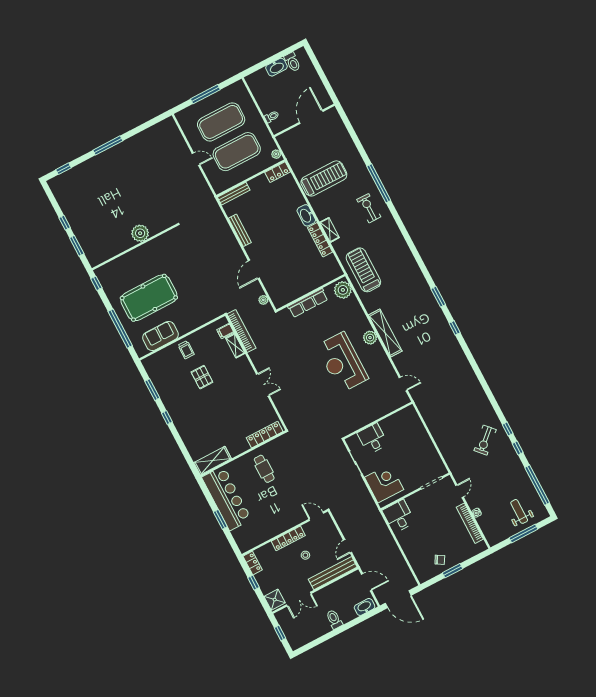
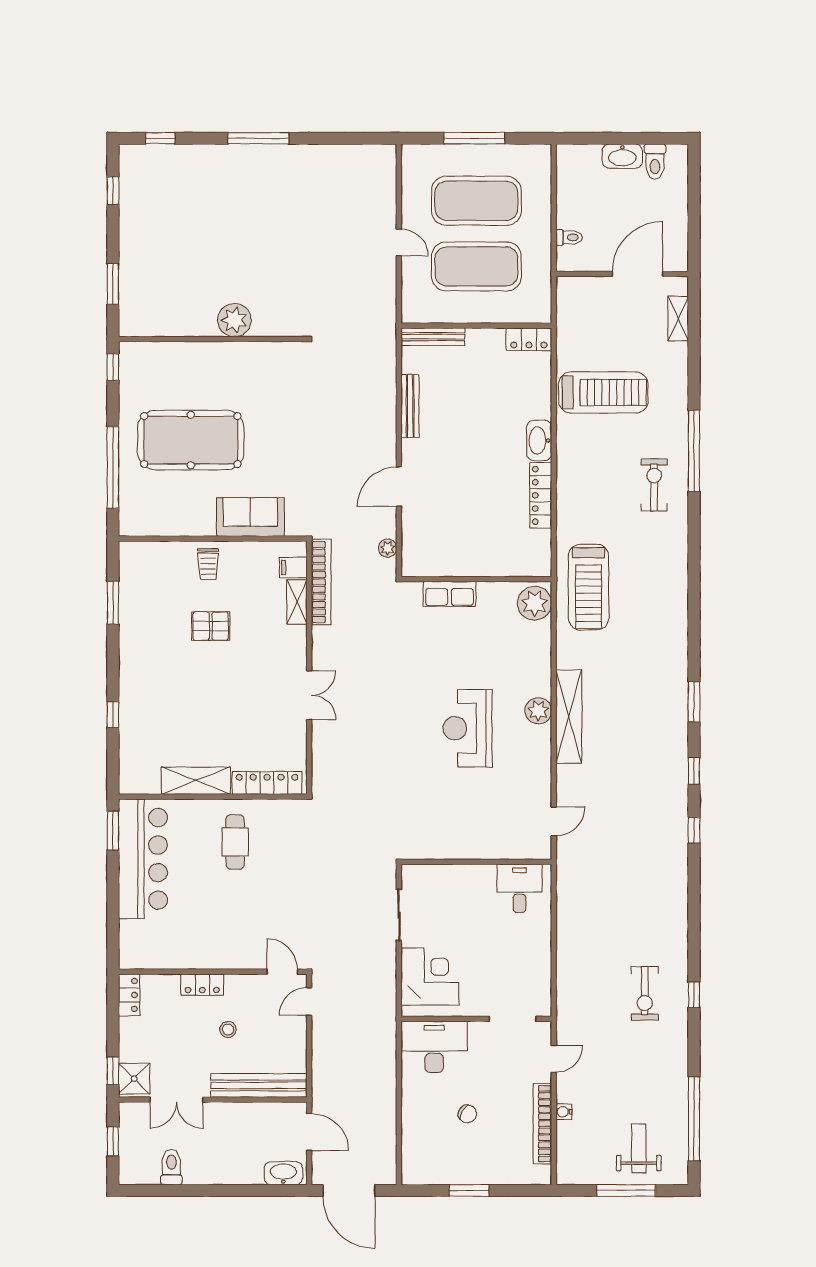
plant: (276, 154) -> (543, 307), removed
window: (65, 223) -> (113, 191), moved
shelving: (330, 230) -> (678, 319), moved
treadmill: (363, 270) -> (589, 587), turned 180
row of seats: (308, 303) -> (449, 594), width x0.68
sofa: (160, 336) -> (250, 517), moved
reception desk: (342, 362) -> (468, 728), width x0.74, depth x0.77
pallet: (202, 377) -> (211, 626), turned 90
door: (403, 384) -> (554, 821), hinge flipped
window: (167, 418) -> (113, 715), moved
desk: (373, 439) -> (519, 888), moved
exercise bike: (485, 440) -> (645, 993), turned -48
window: (518, 448) -> (694, 830), moved
shelving: (213, 461) -> (196, 781), moved
desk: (399, 516) -> (434, 1047), width x1.37
window: (220, 519) -> (113, 831), moved
locker: (288, 538) -> (202, 985), width x0.66
door: (348, 546) -> (309, 1002), moved
chair: (440, 560) -> (467, 1114), moved
window: (254, 583) -> (113, 1071), moved
toilet: (334, 619) -> (171, 1167), moved

